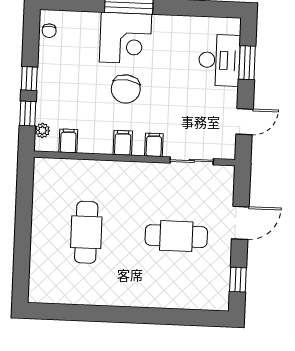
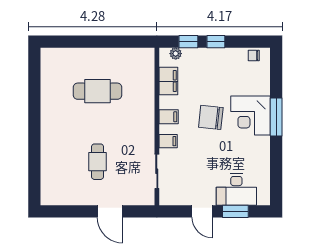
door: (245, 122) -> (202, 211), moved
filing cabinet: (68, 141) -> (168, 81), width x2.00
cafe table: (176, 236) -> (98, 162), width x0.73, depth x0.74
window: (238, 280) -> (65, 211), removed

